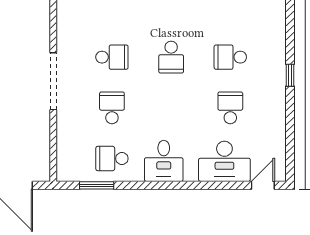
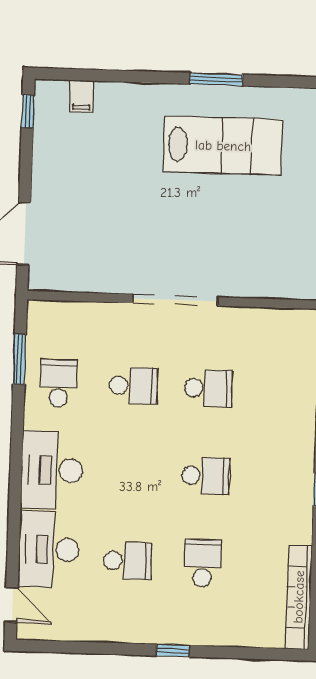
school desk: (112, 57) -> (208, 388), turned -90
school desk: (171, 57) -> (205, 476), turned 180
desk: (164, 161) -> (52, 470), width x1.37

